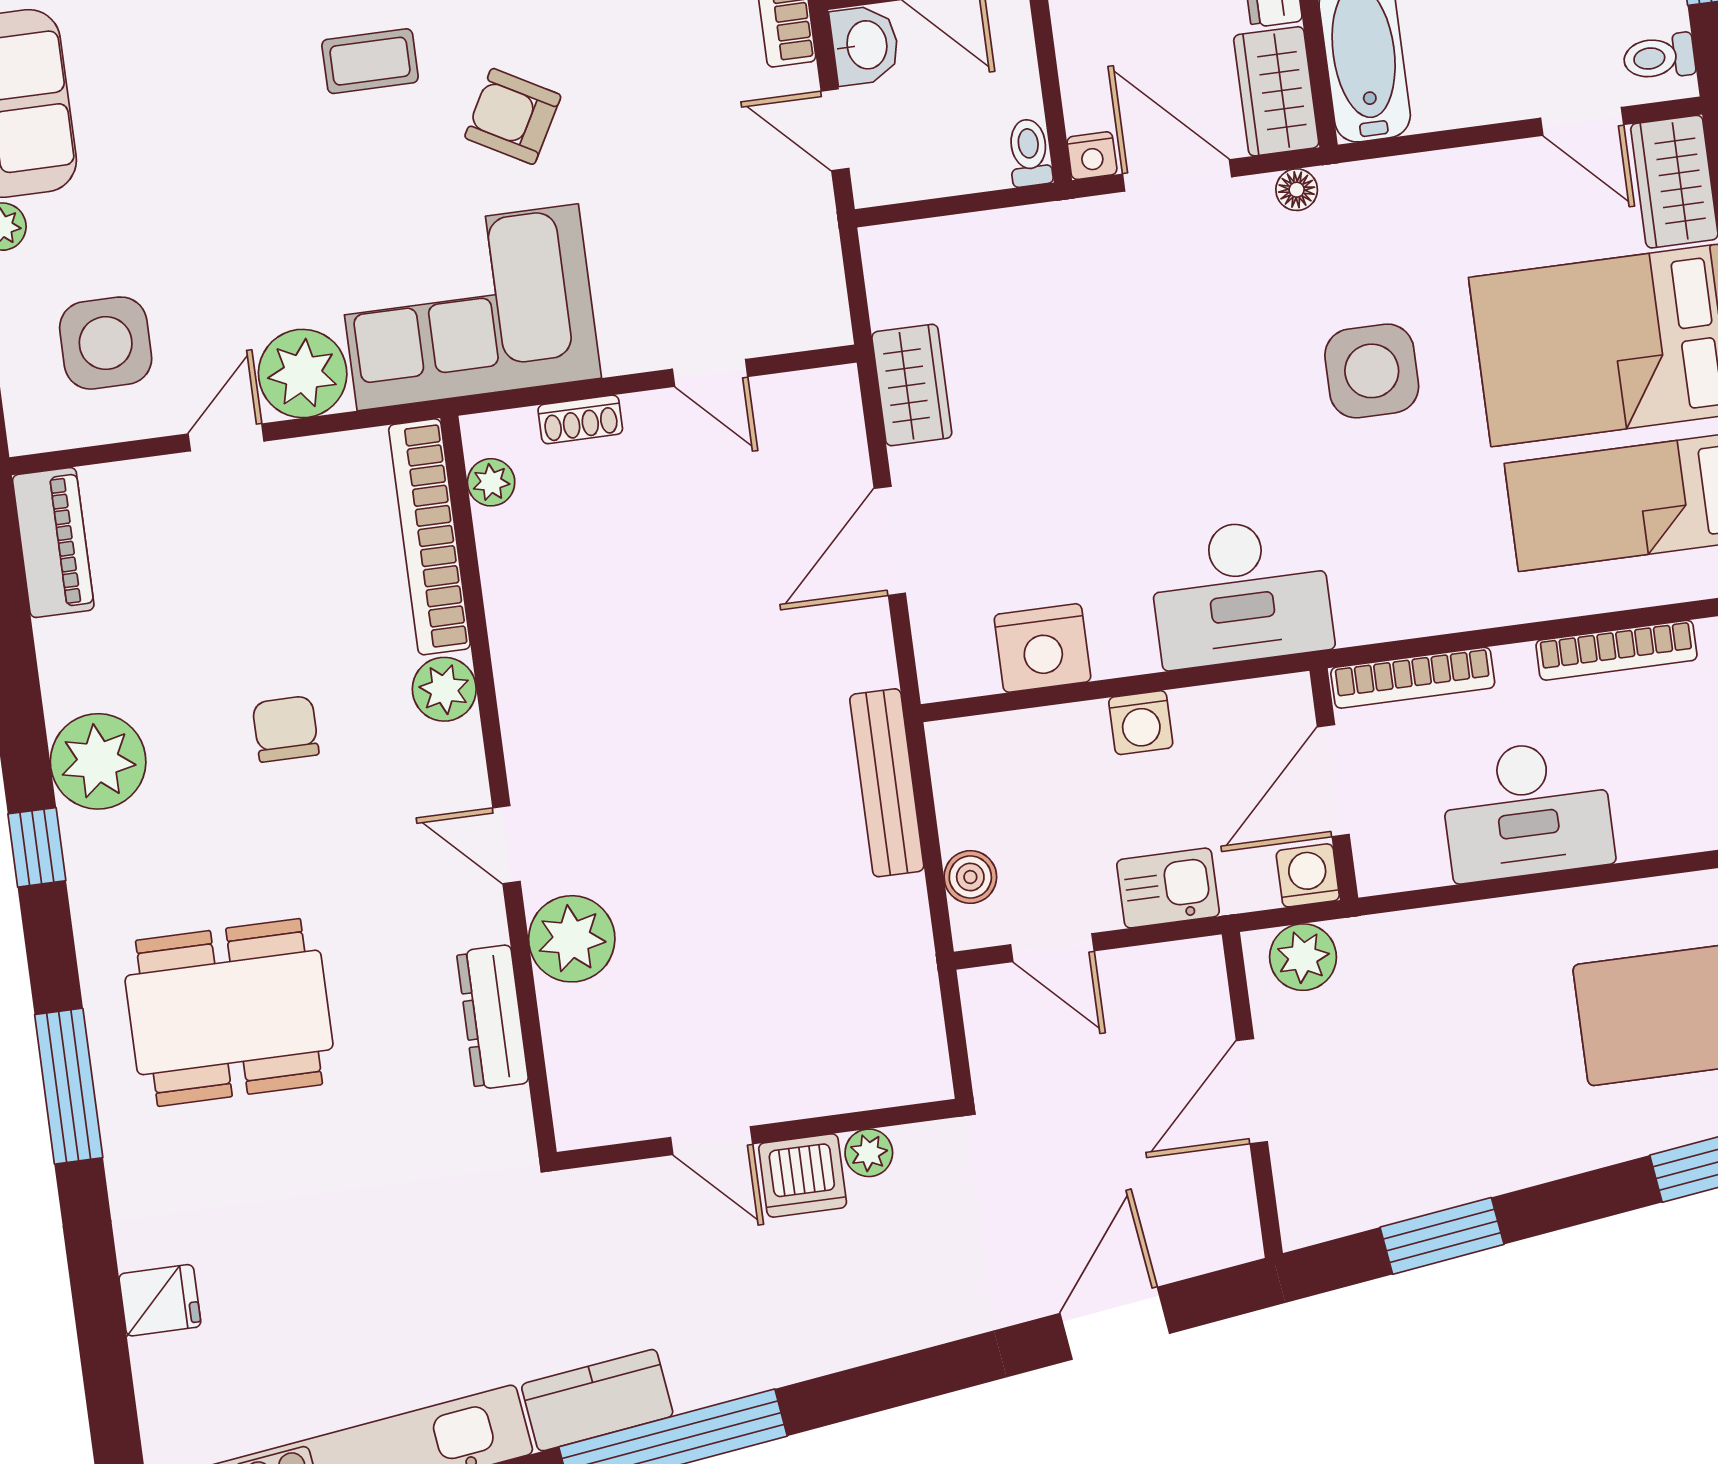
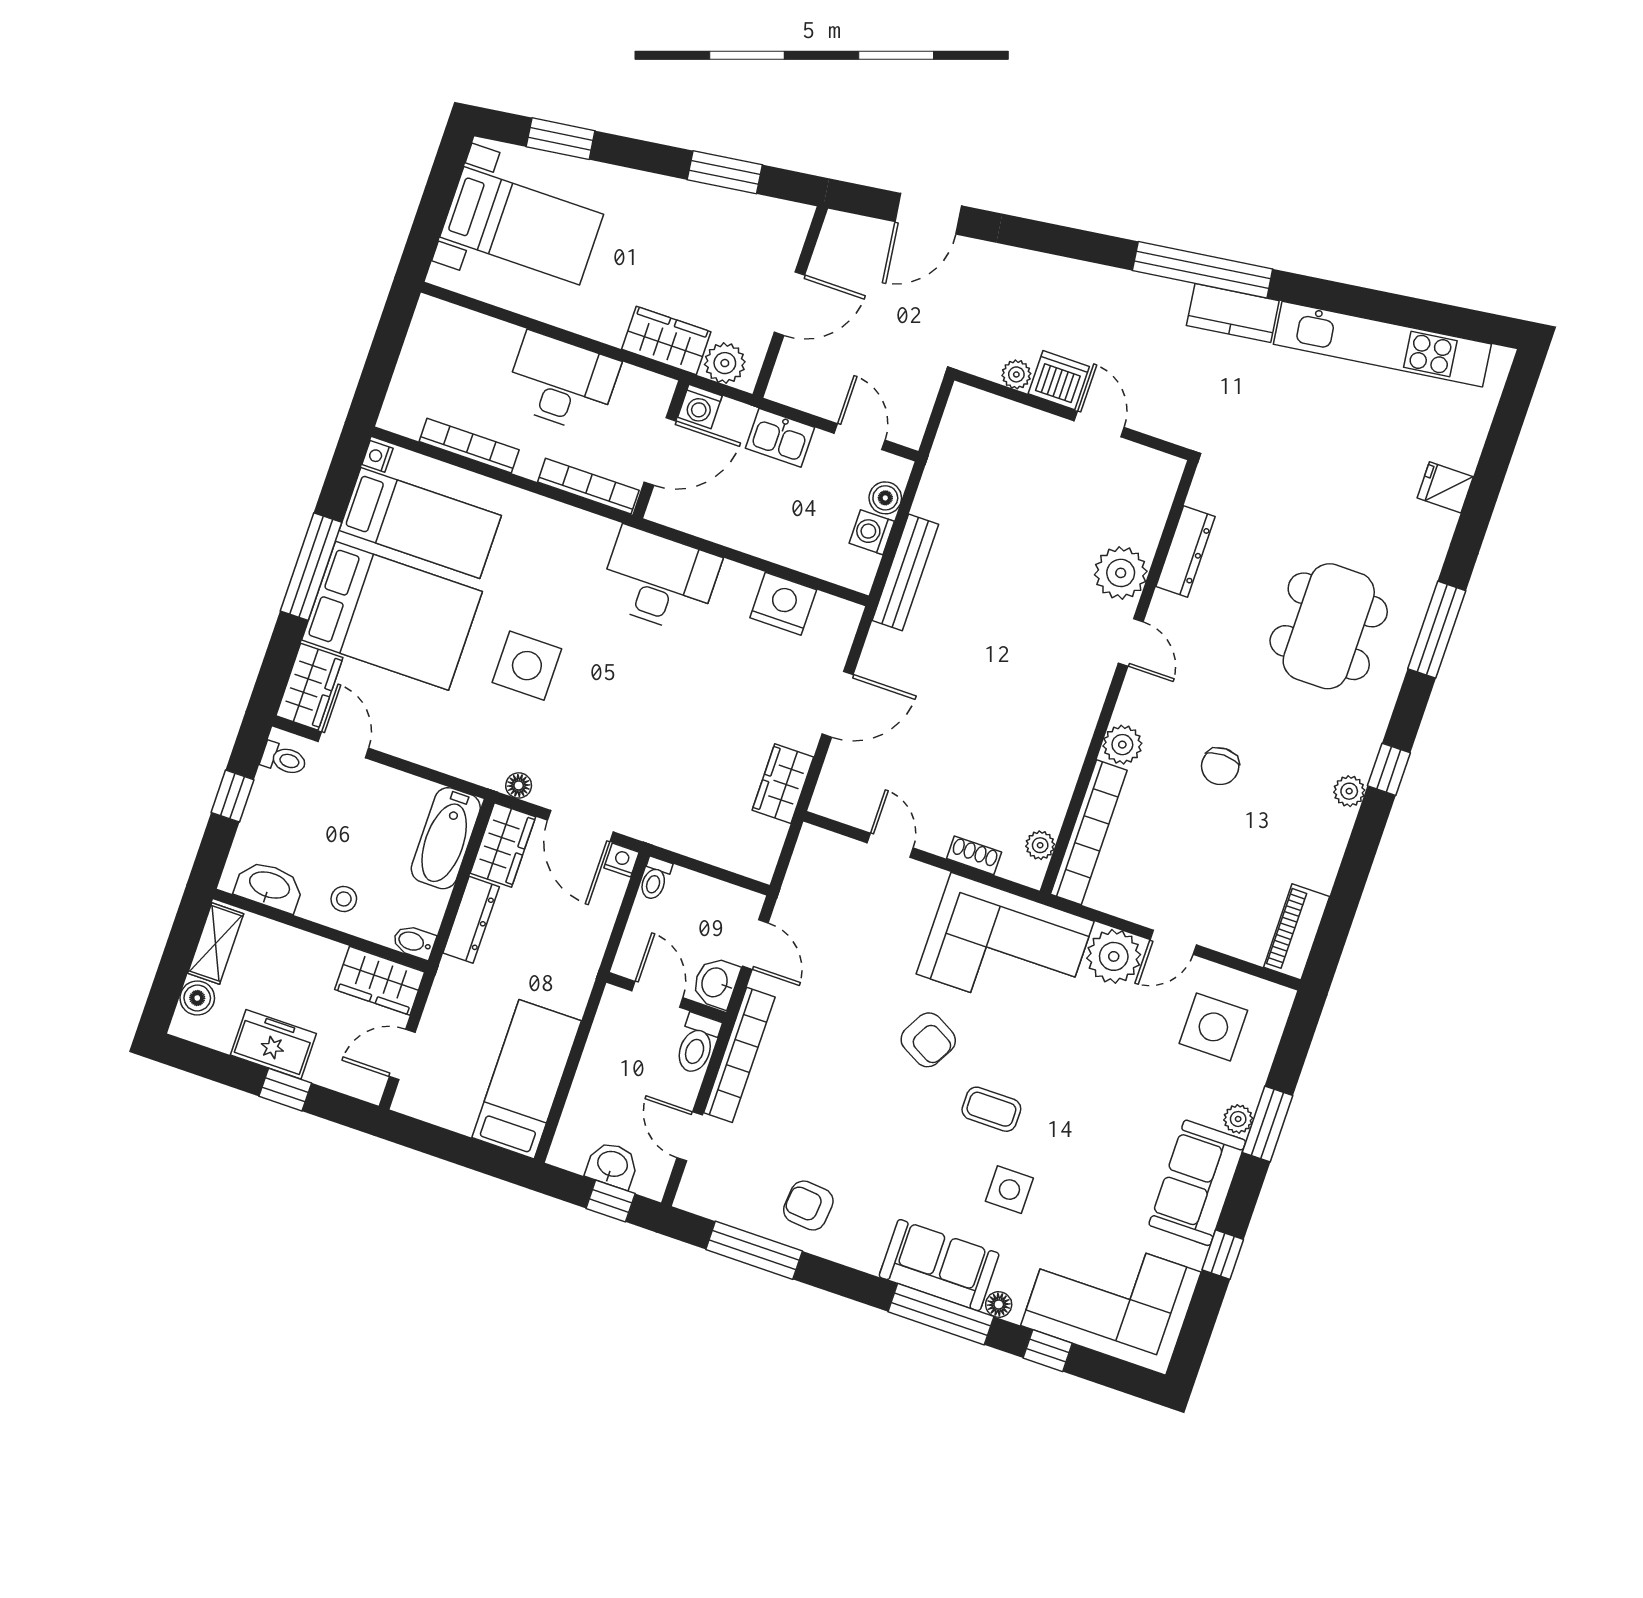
washing machine: (1141, 723) -> (872, 532), moved, turned -90
plant: (98, 761) -> (1349, 791), width x0.53, depth x0.53
wardrobe: (1405, 947) -> (666, 340), added
dining table: (229, 1012) -> (1329, 626), turned 90

